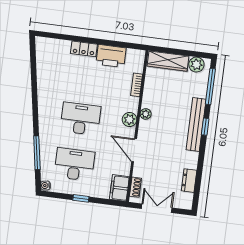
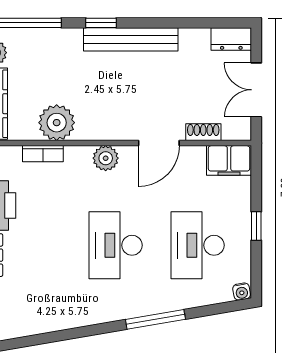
plant: (146, 114) -> (57, 123), moved, width x1.87, depth x1.87
bench: (196, 124) -> (131, 39), moved
window: (37, 153) -> (155, 319), moved
dresser: (189, 181) -> (231, 39), moved
shoe rack: (135, 187) -> (203, 132), moved

